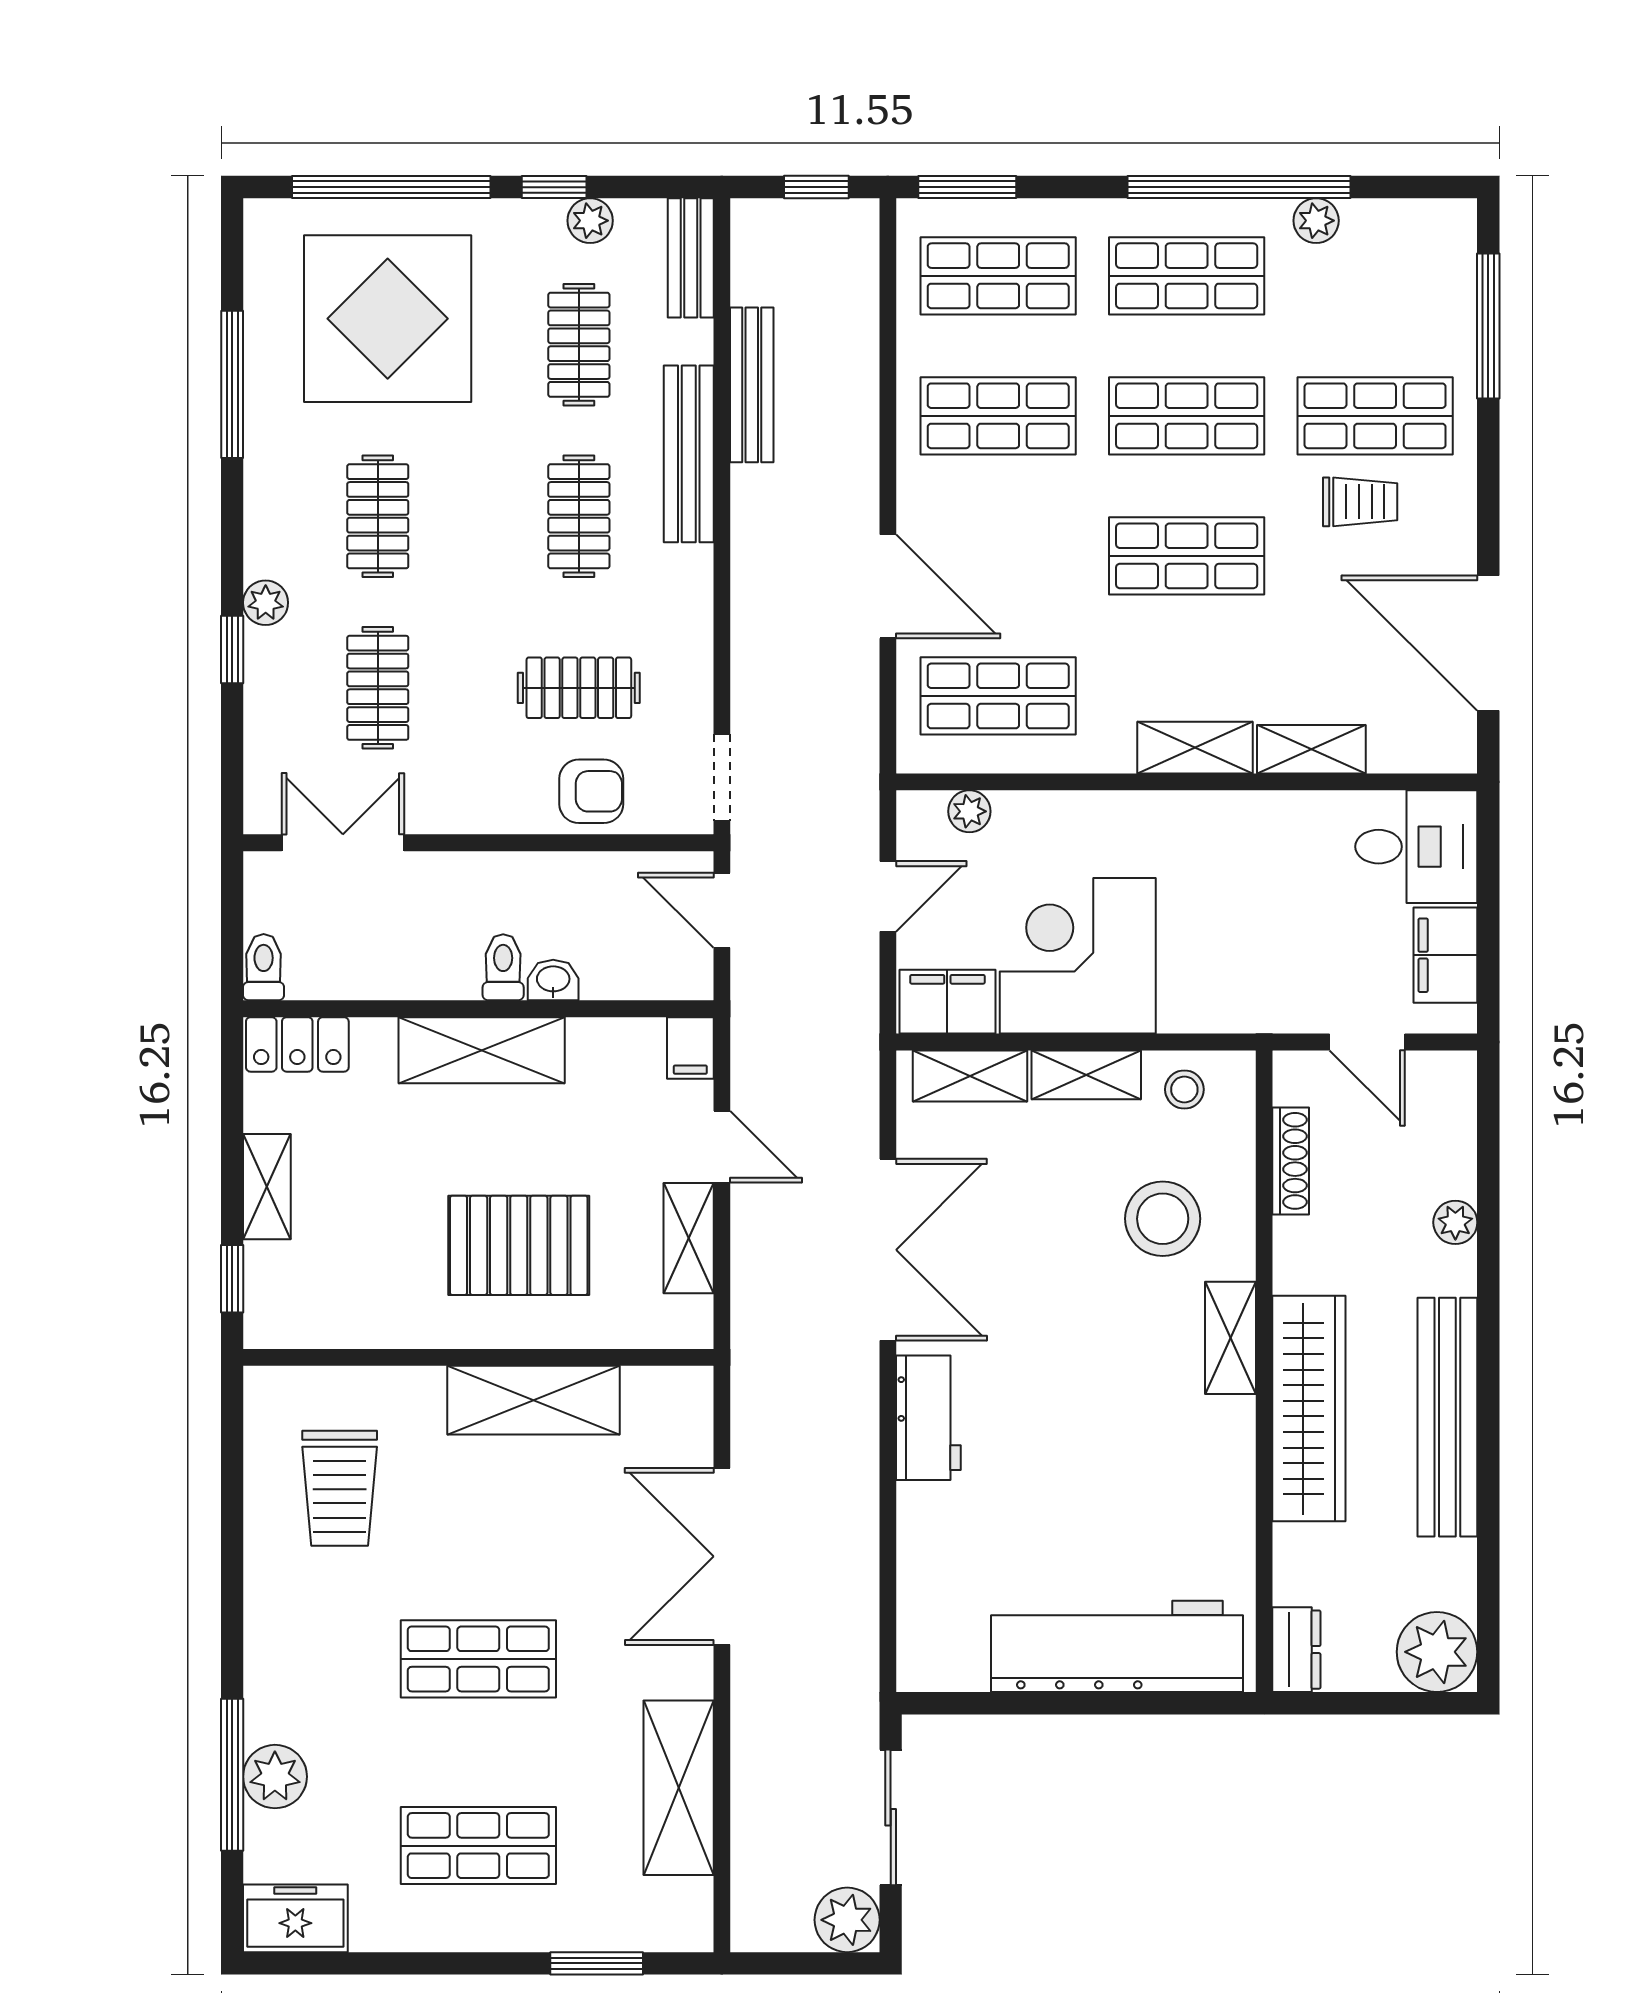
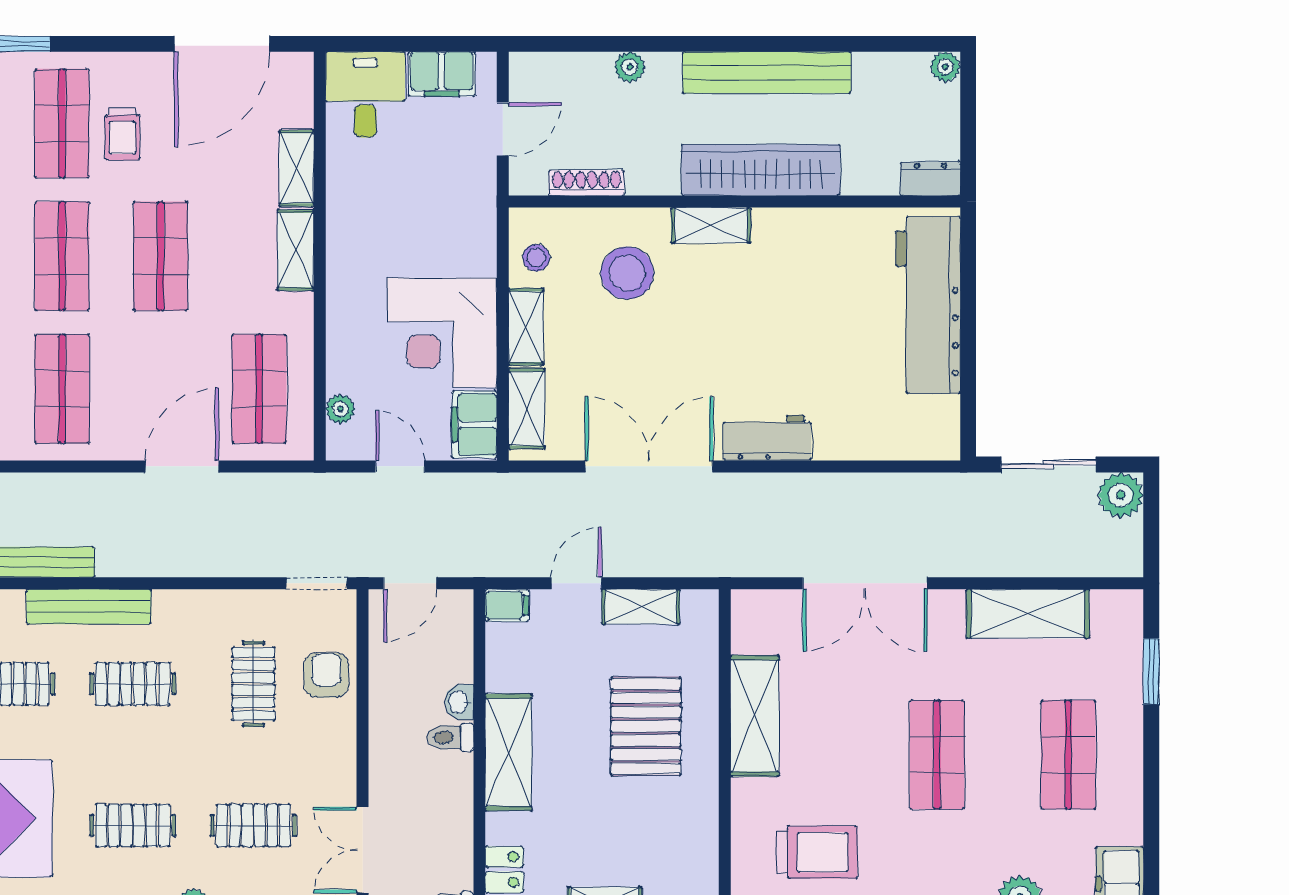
trolley: (1360, 502) -> (122, 134), turned 180
plant: (1437, 1652) -> (945, 67), width x0.53, depth x0.53

